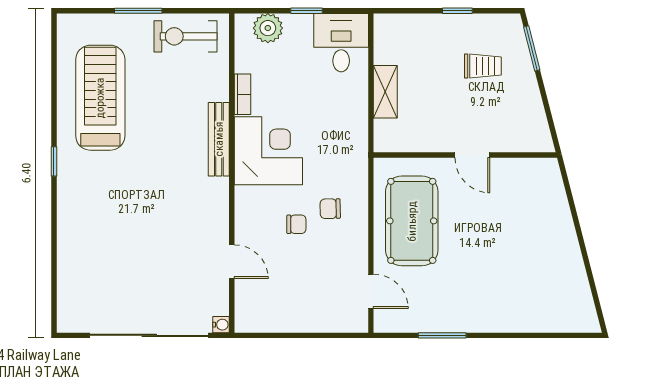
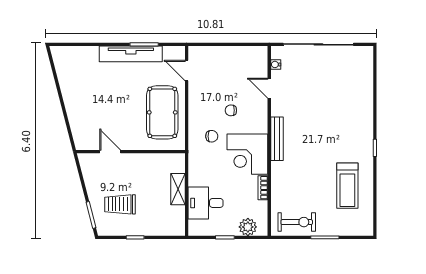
desk: (341, 43) -> (206, 203), moved, turned 90
trolley: (483, 66) -> (120, 204), width x1.36, depth x1.39
treadmill: (100, 98) -> (347, 186), width x0.73, depth x0.73
bench: (219, 139) -> (277, 139), moved
door: (472, 155) -> (110, 152), moved
chair: (330, 209) -> (212, 136), moved
tv unit: (465, 319) -> (131, 54), added
water cooler: (221, 325) -> (276, 64), moved

